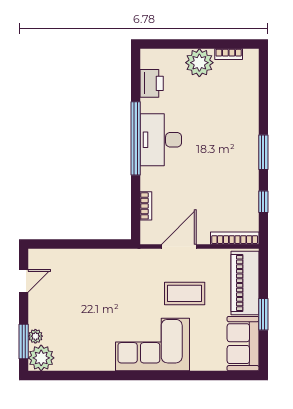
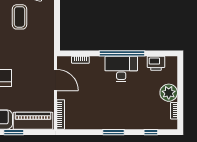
window: (263, 202) -> (151, 132), moved
coffee table: (185, 293) -> (20, 17), moved

